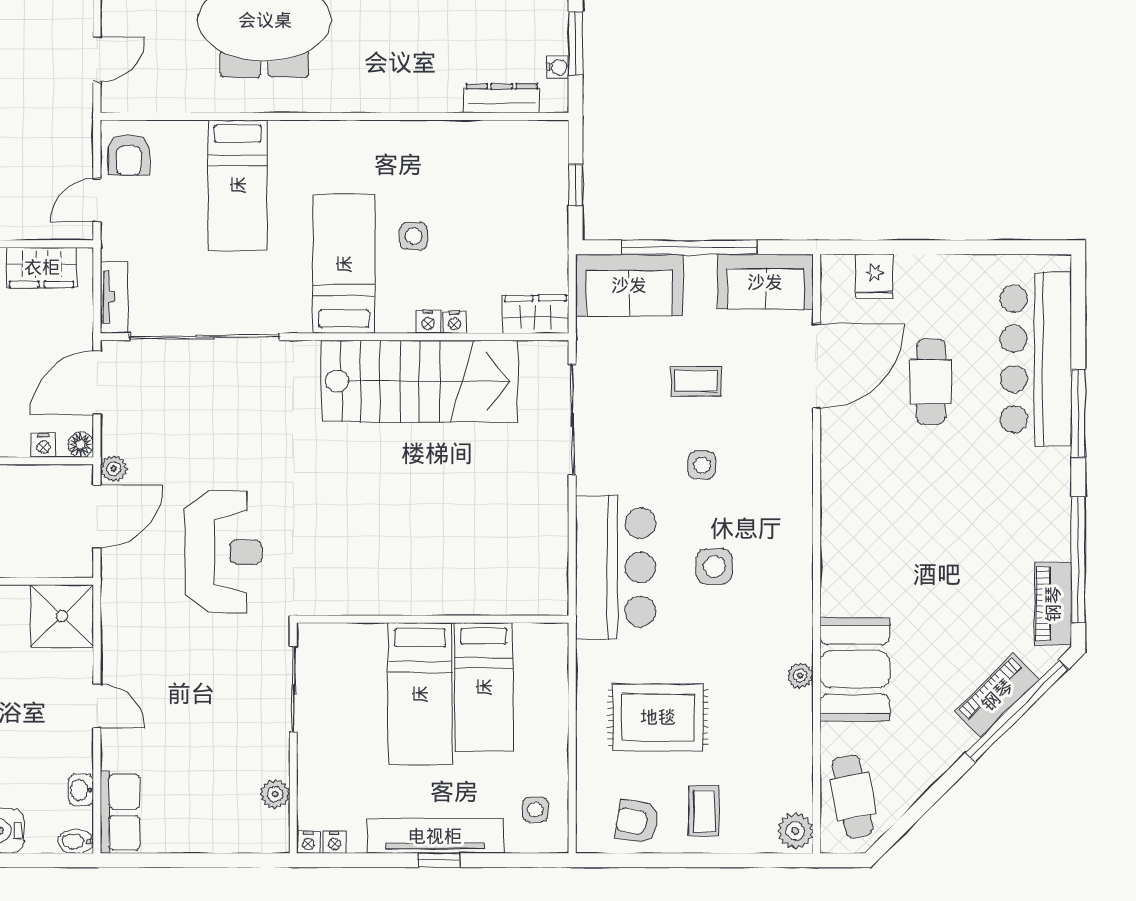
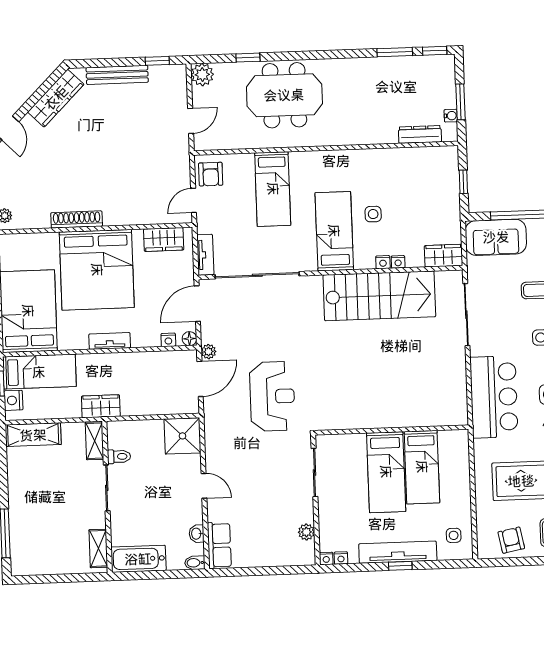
armchair: (637, 822) -> (511, 540), turned 69

